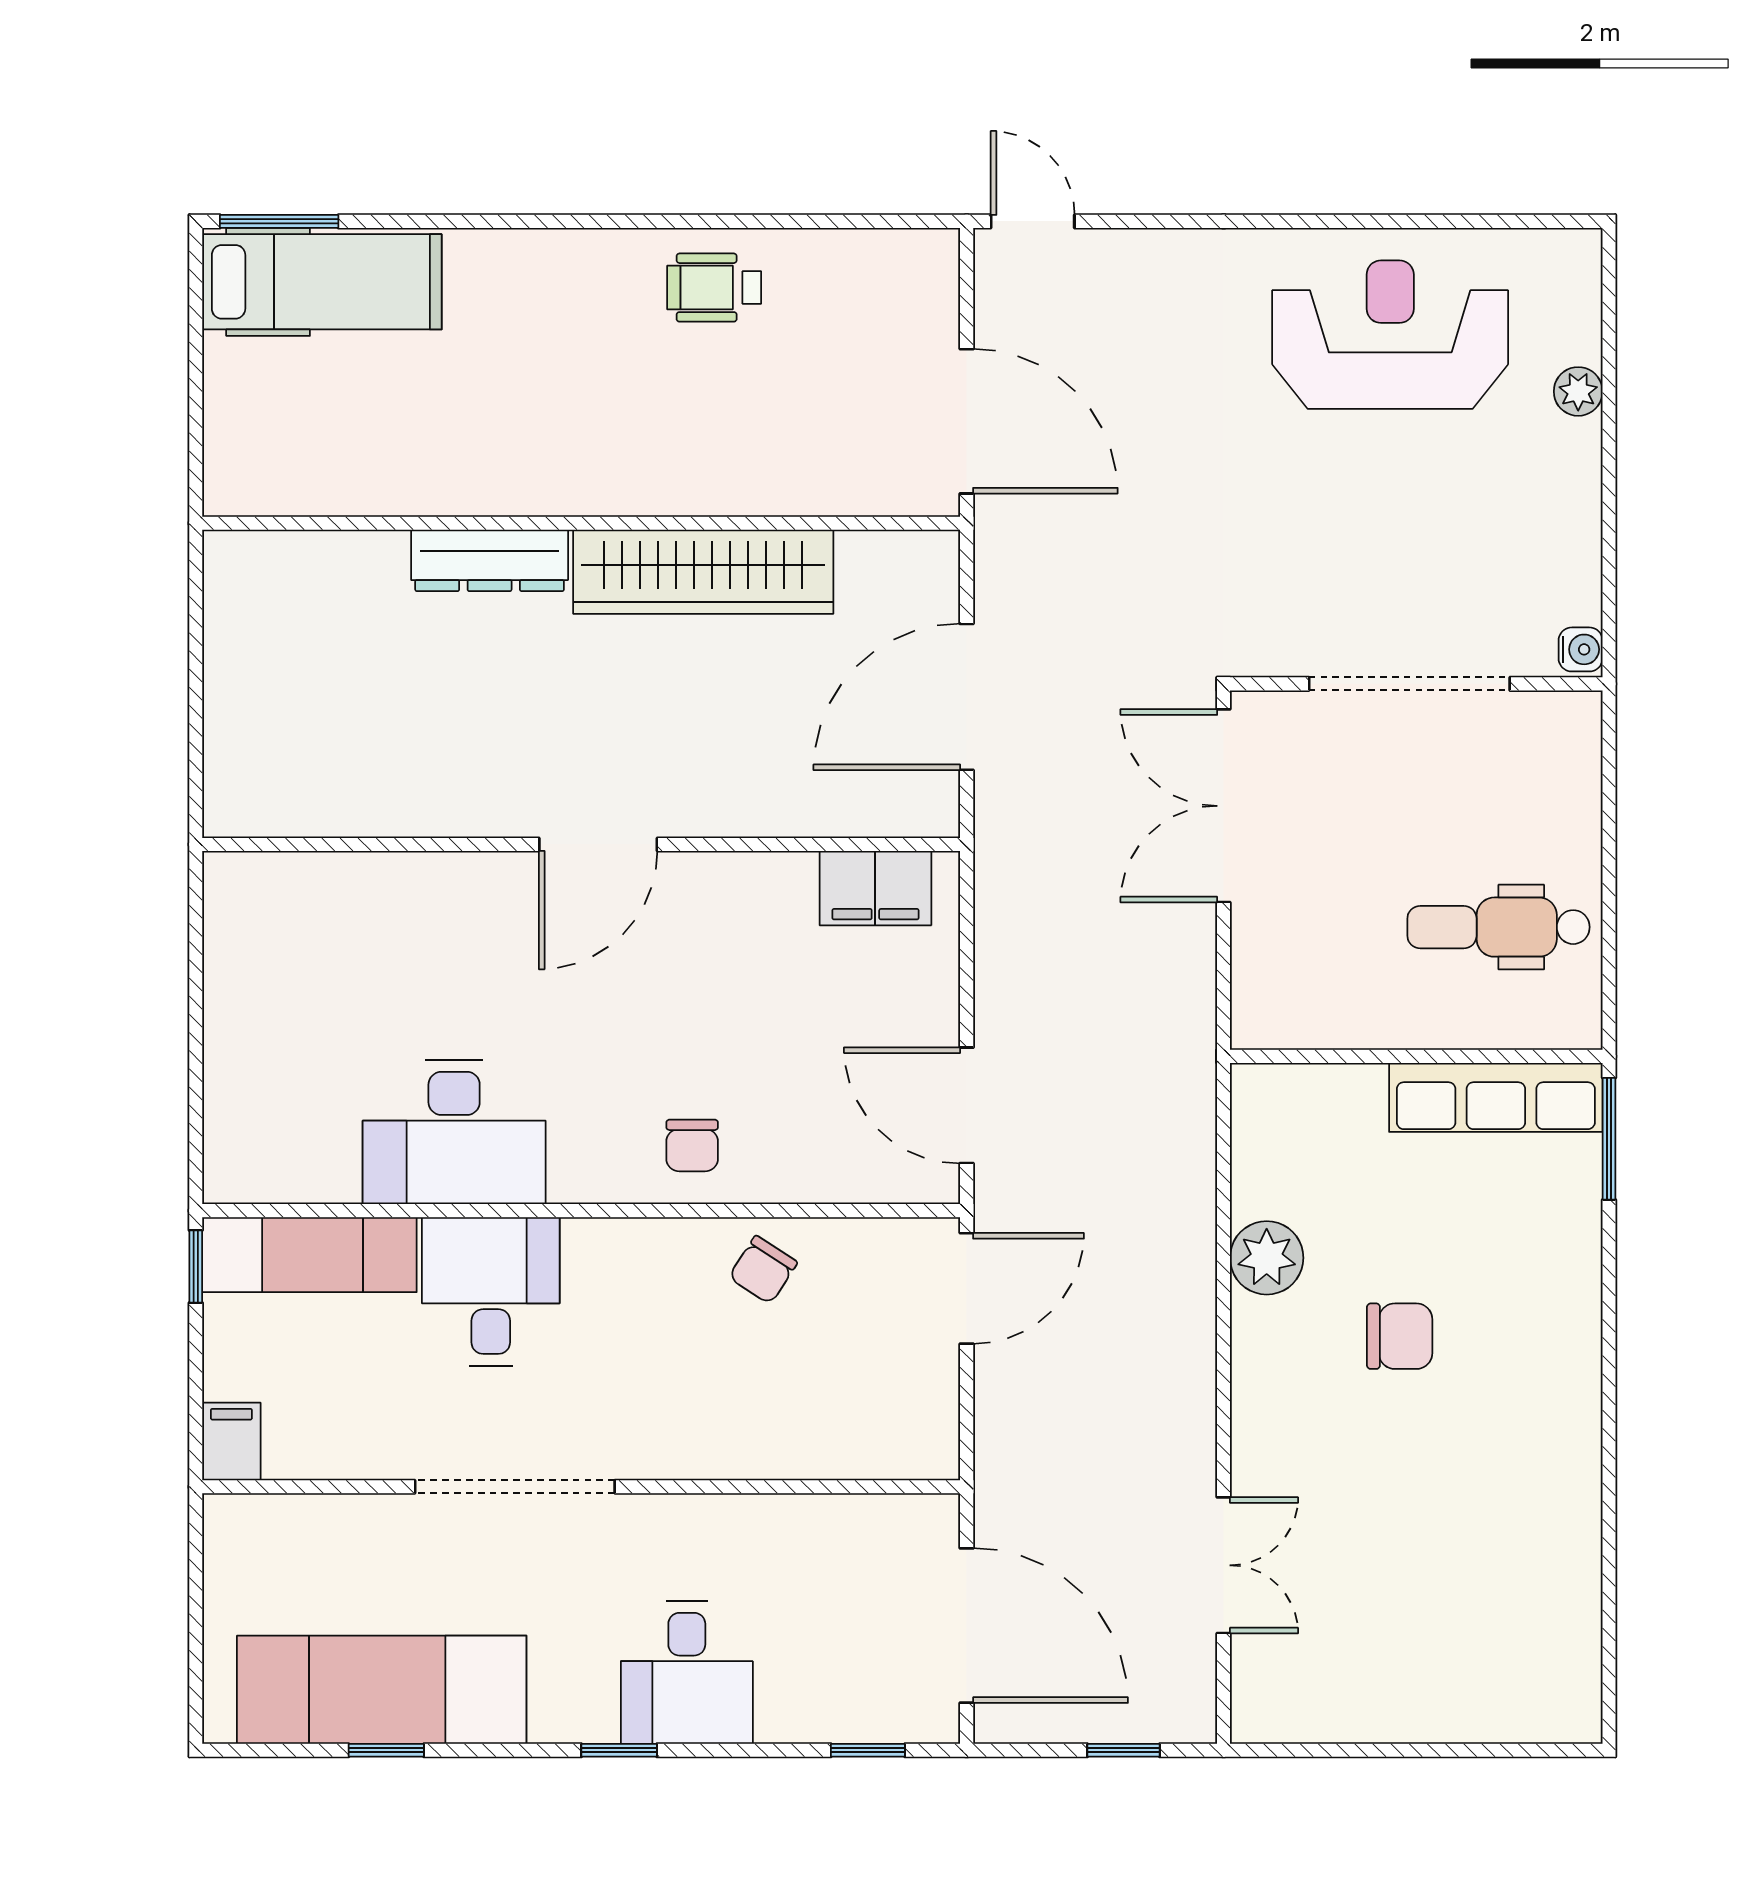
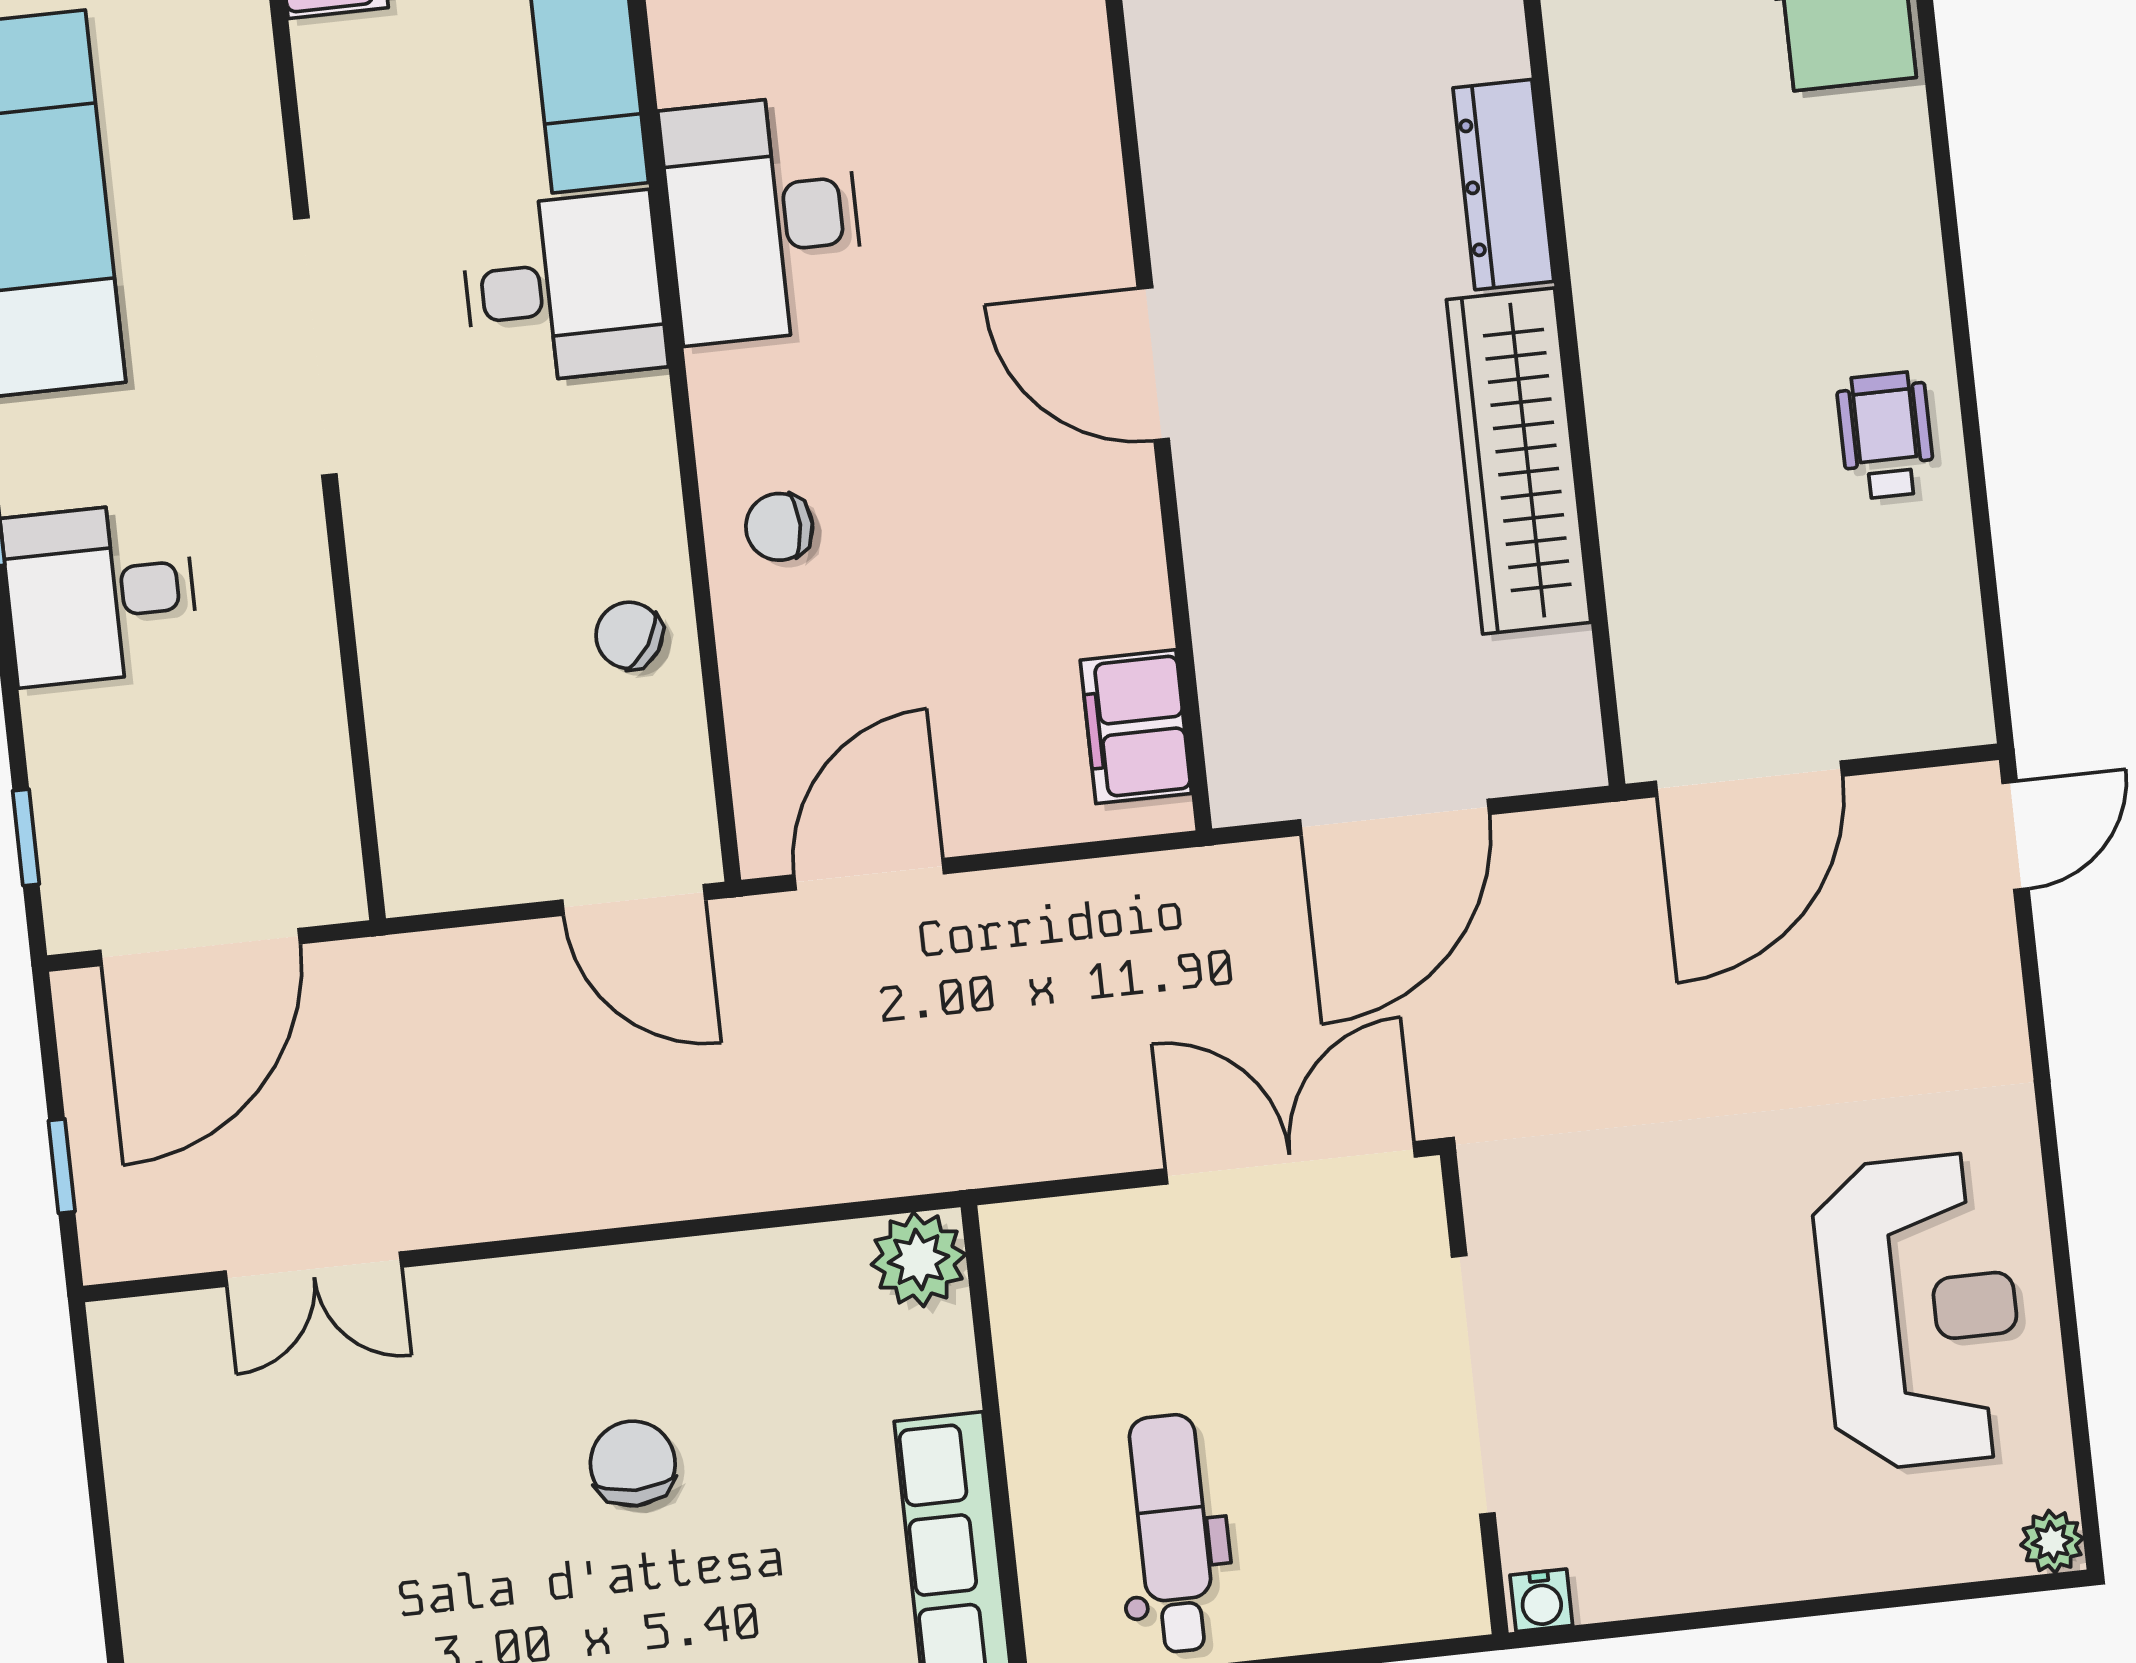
plant: (1578, 391) -> (2052, 1542), moved
door: (967, 697) -> (1395, 817), swing flipped
plant: (1267, 1258) -> (919, 1259), moved
chair: (1400, 1336) -> (633, 1464), turned 180

